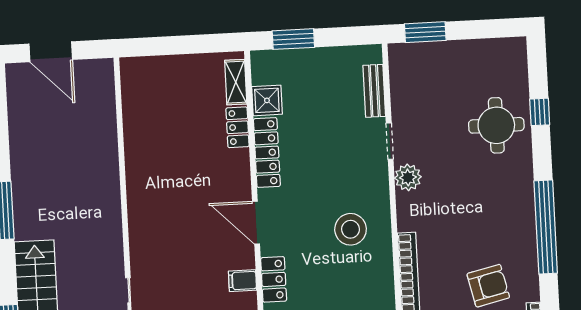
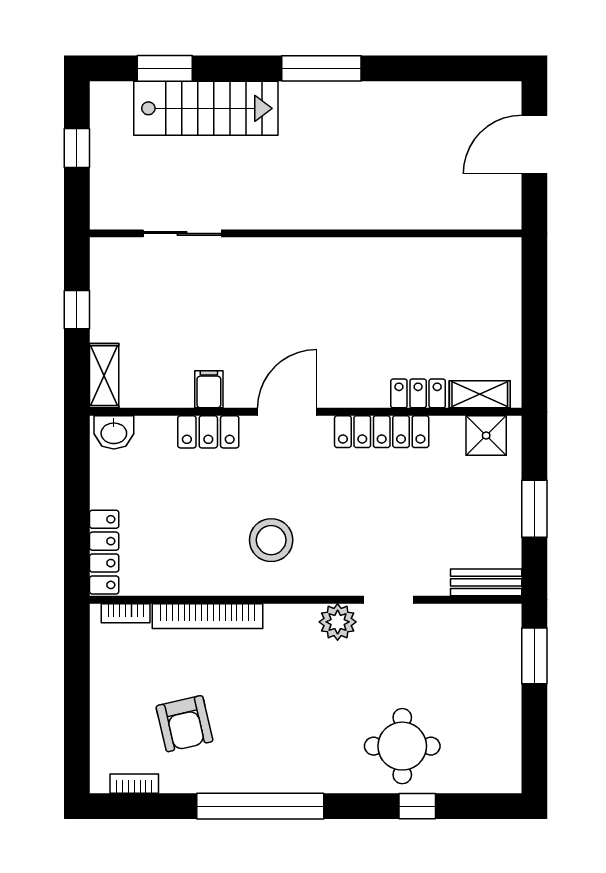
window: (293, 39) -> (534, 509), moved
bench: (374, 91) -> (486, 582), moved
shower: (267, 100) -> (486, 436), moved

